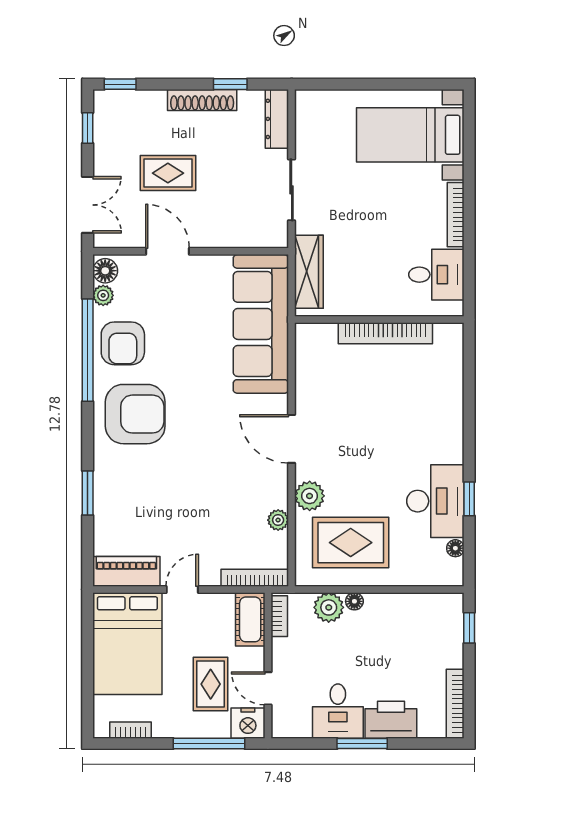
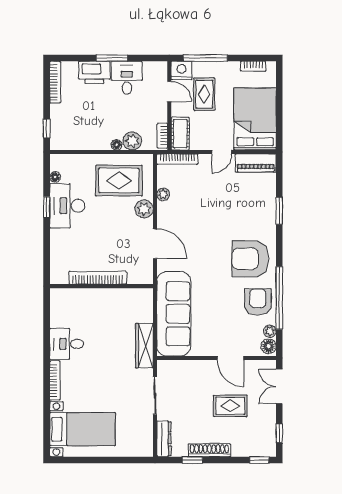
wall: (379, 319) -> (101, 286), moved
bookcase: (385, 333) -> (98, 278), moved

